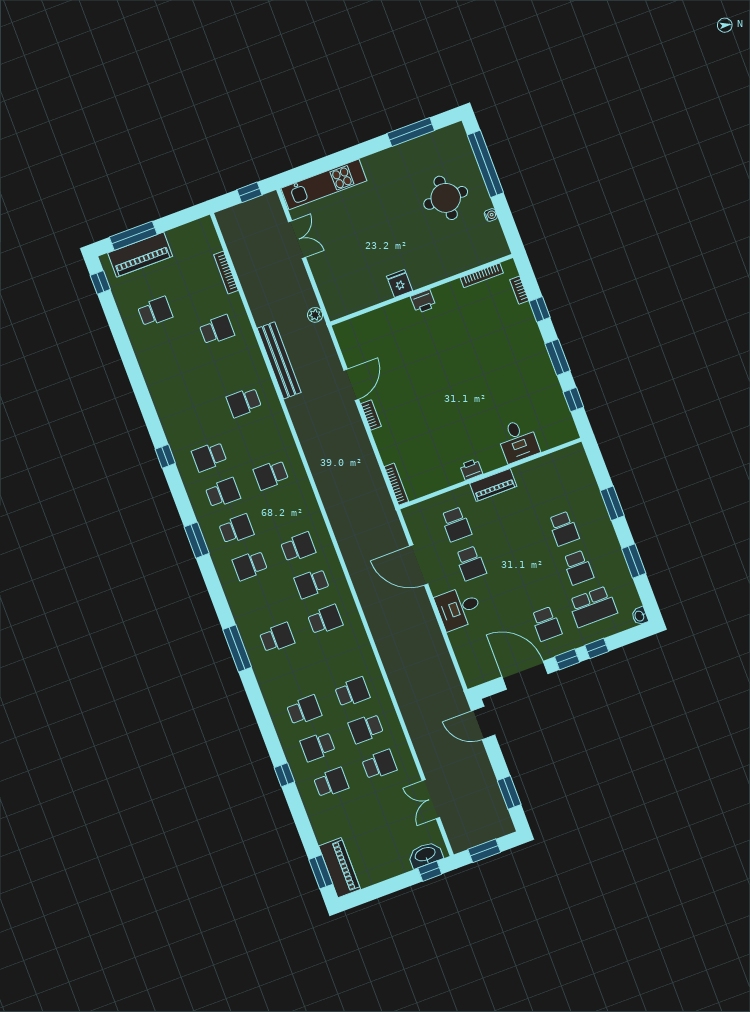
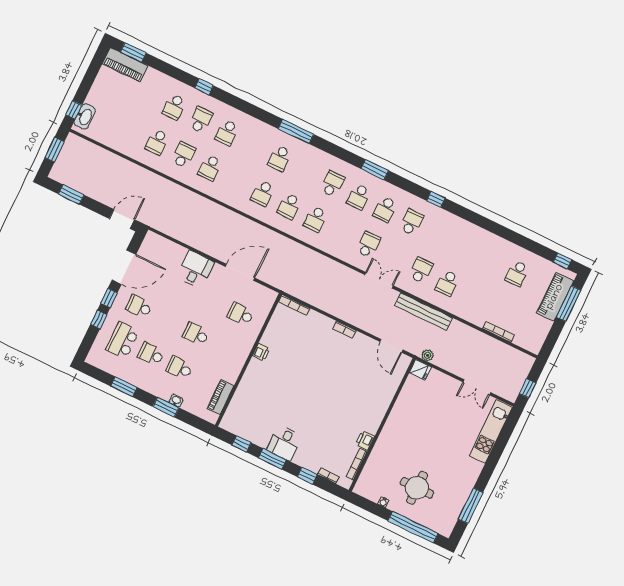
fridge: (399, 284) -> (420, 370), moved
printer: (423, 302) -> (365, 440), moved
school desk: (217, 330) -> (447, 283), moved
door: (351, 385) -> (391, 346), moved
desk: (518, 441) -> (284, 443), moved, turned -90
piano: (493, 485) -> (220, 397), moved
school desk: (471, 563) -> (196, 334), moved
school desk: (312, 583) -> (289, 206), turned 180
washbasin: (640, 616) -> (176, 401), moved
double door: (431, 799) -> (379, 280), moved

